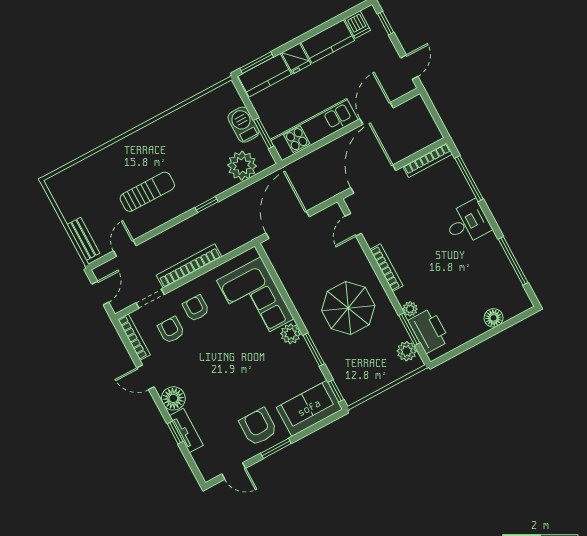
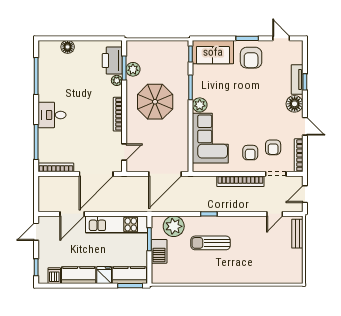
sun lounger: (147, 192) -> (211, 243), moved
plant: (407, 351) -> (133, 69), moved

